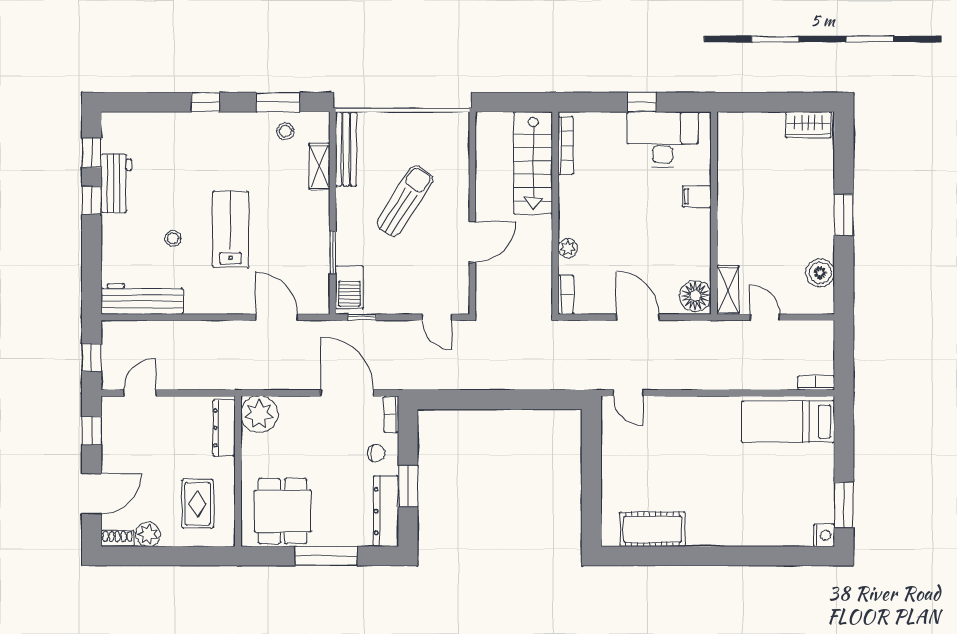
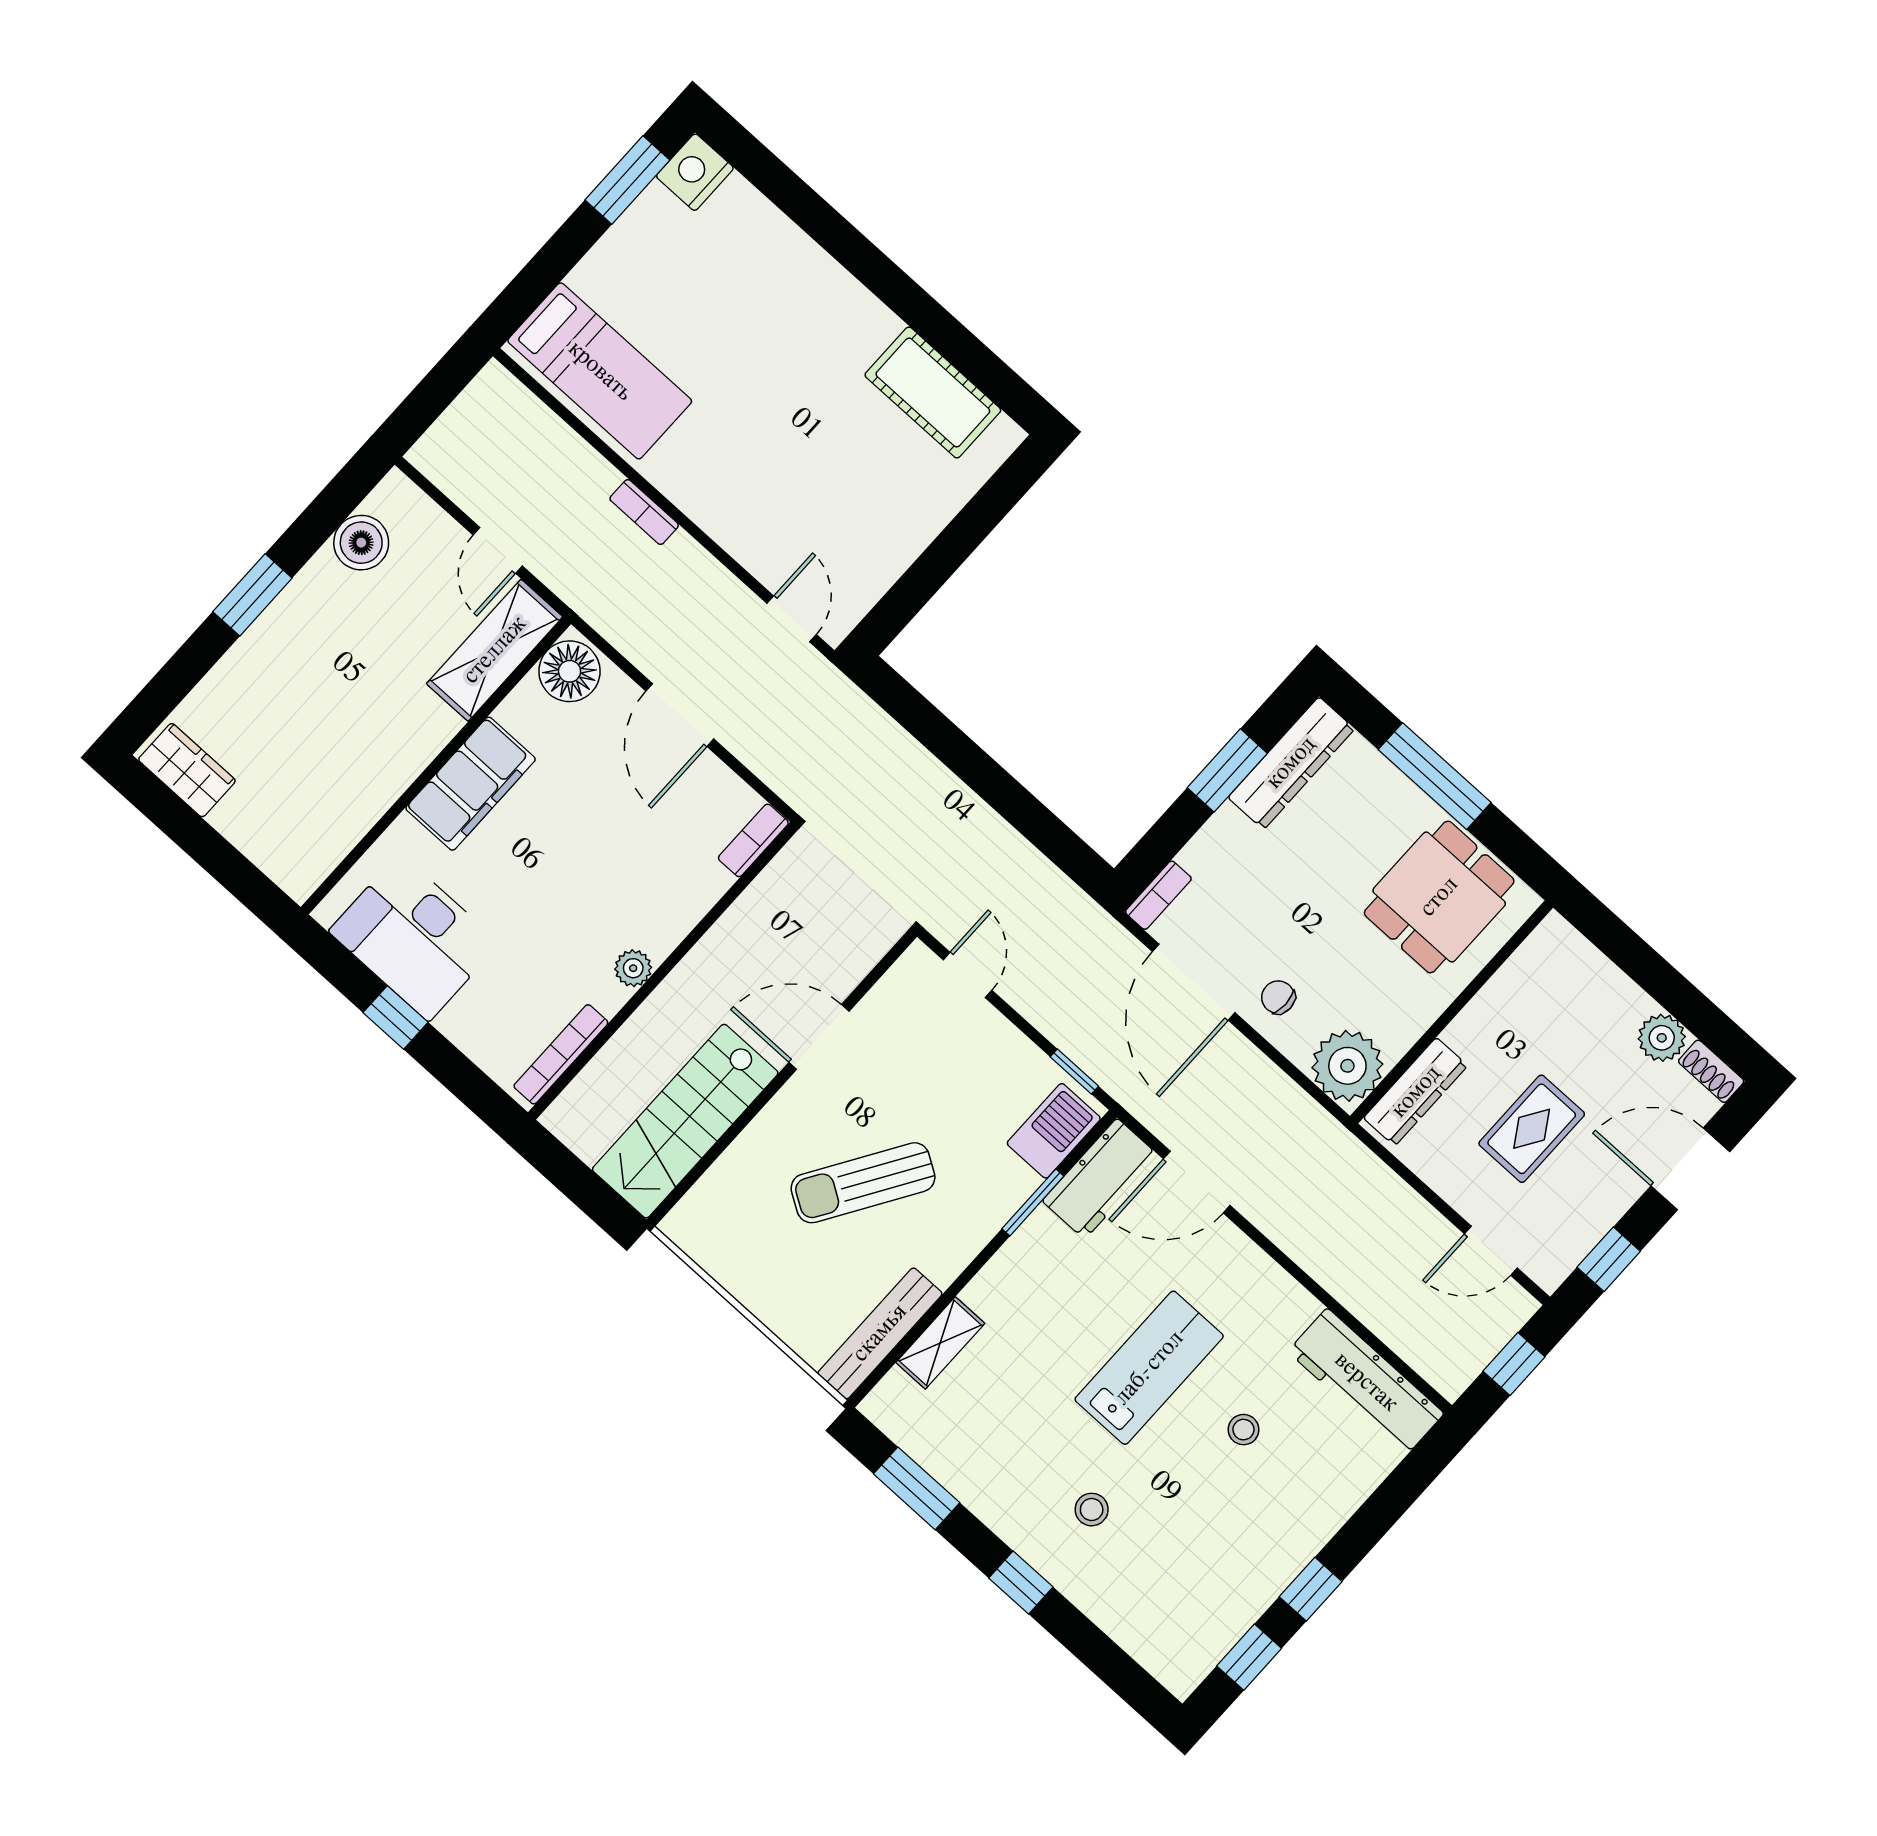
stool: (285, 131) -> (1092, 1510), moved
stairs: (533, 163) -> (685, 1121), moved, turned 180
workbench: (116, 183) -> (1101, 1179), moved, turned 180
filing cabinet: (697, 197) -> (471, 784), width x3.00, depth x1.17
lab bench: (231, 229) -> (1149, 1368), turned 180
plant: (568, 248) -> (633, 968), moved
shelving: (728, 290) -> (495, 650), width x1.50, depth x1.33
door: (277, 317) -> (1197, 1182), hinge flipped
bookcase: (816, 383) -> (644, 512), moved
chair: (376, 453) -> (1278, 997), moved
rug: (198, 504) -> (1532, 1129), moved
nightstand: (824, 535) -> (695, 172), width x1.36, depth x1.33

